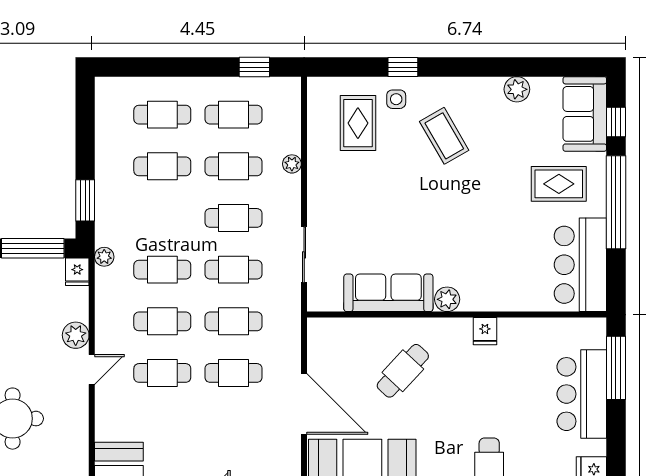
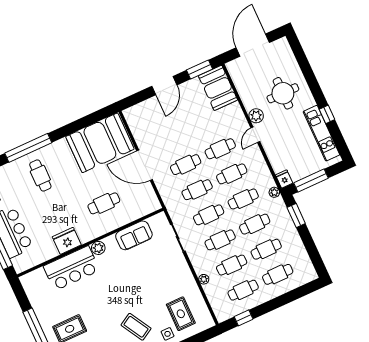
cafe table: (162, 218) -> (255, 224), added
bar counter: (580, 265) -> (72, 268), moved, turned 90
sofa: (388, 293) -> (134, 235), width x0.73
fridge: (485, 331) -> (67, 241), width x1.88, depth x1.34
plant: (76, 335) -> (256, 116), moved
cafe table: (403, 371) -> (104, 203), turned 47

